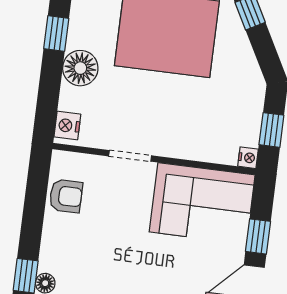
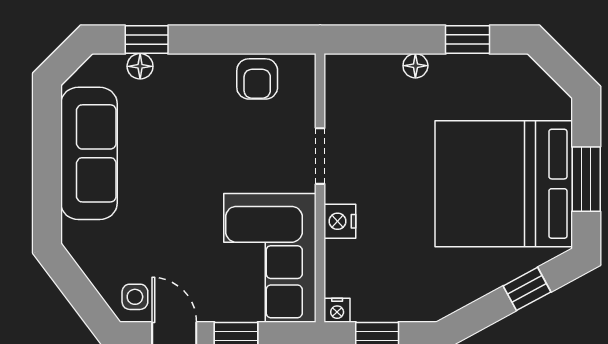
floor lamp: (80, 68) -> (415, 66), width x0.53, depth x0.53
nightstand: (67, 126) -> (340, 221), moved, turned -90

